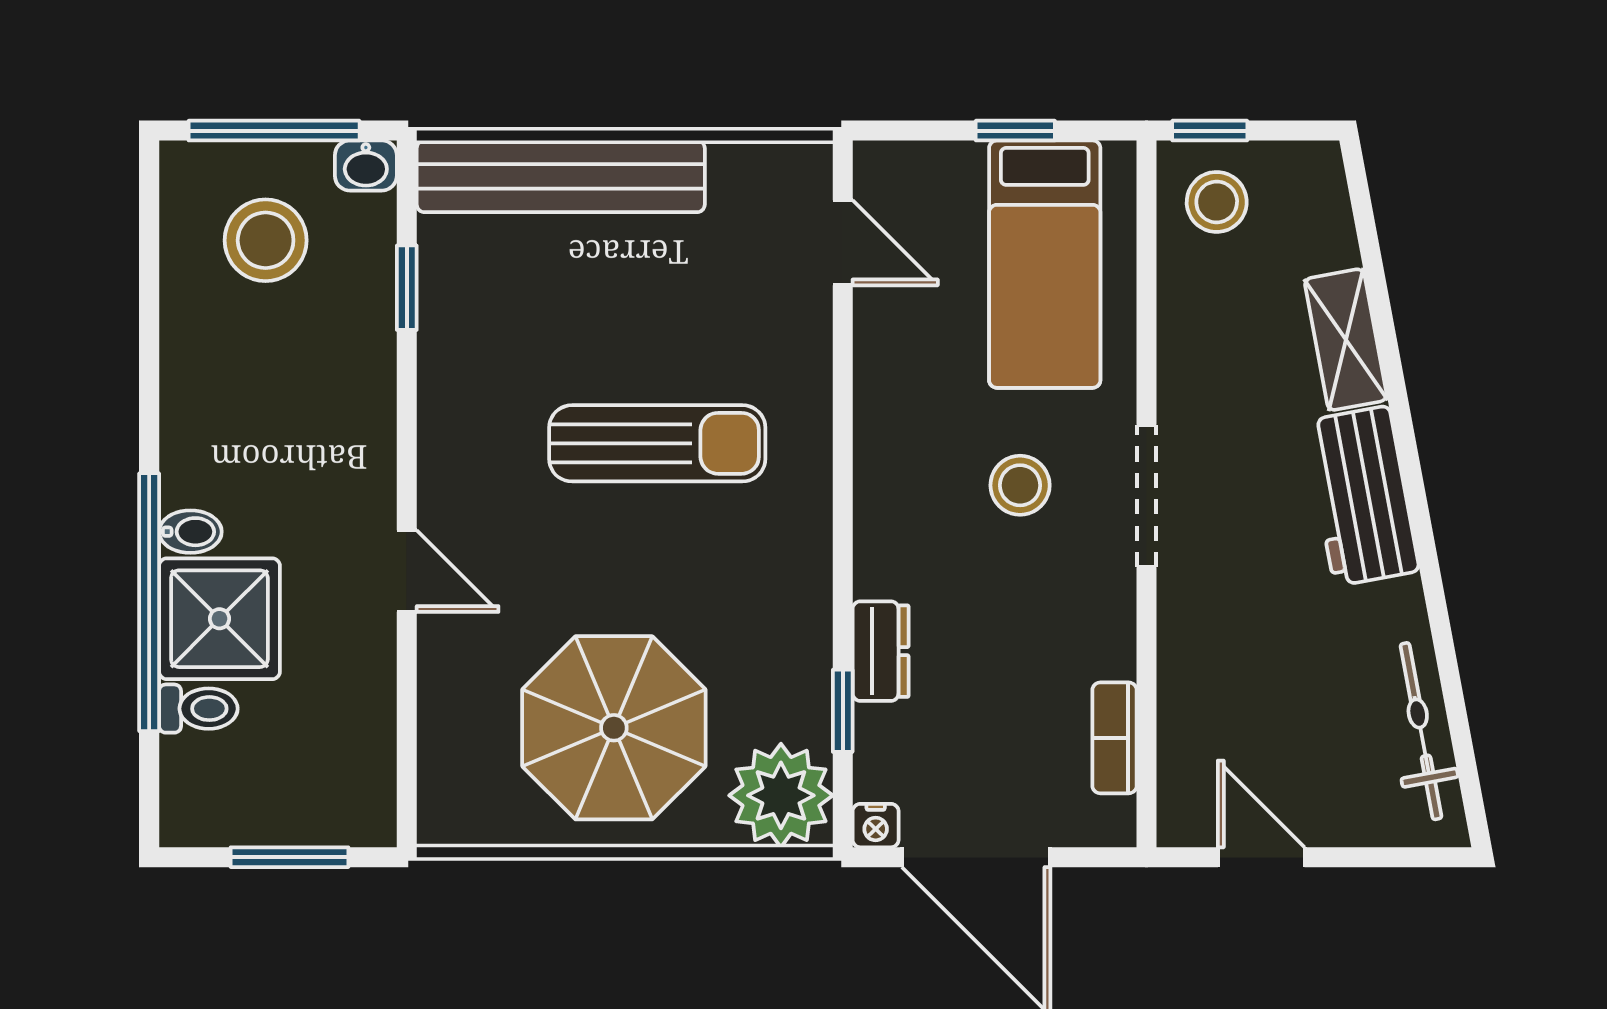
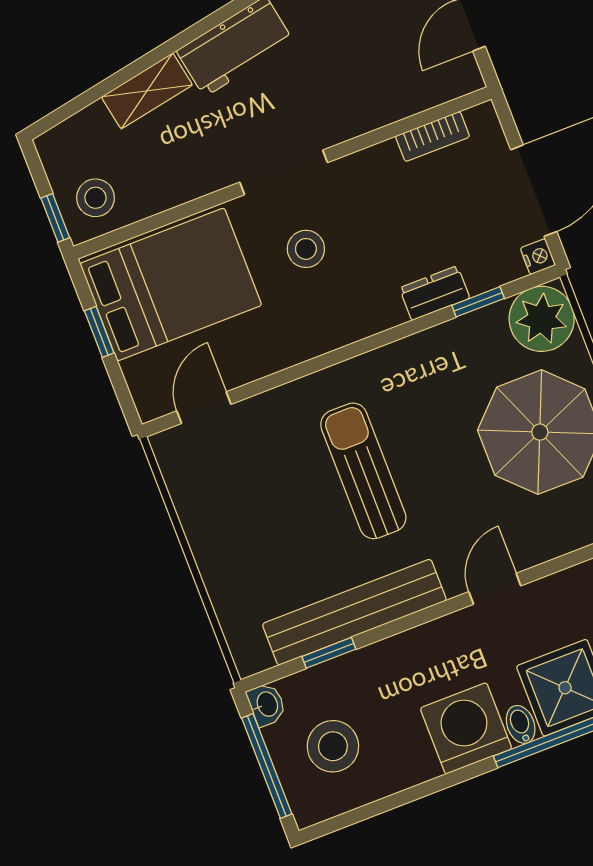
bench: (561, 176) -> (354, 612), moved, turned 90
bed: (1045, 264) -> (171, 284), width x1.50
washing machine: (216, 448) -> (466, 728), added

